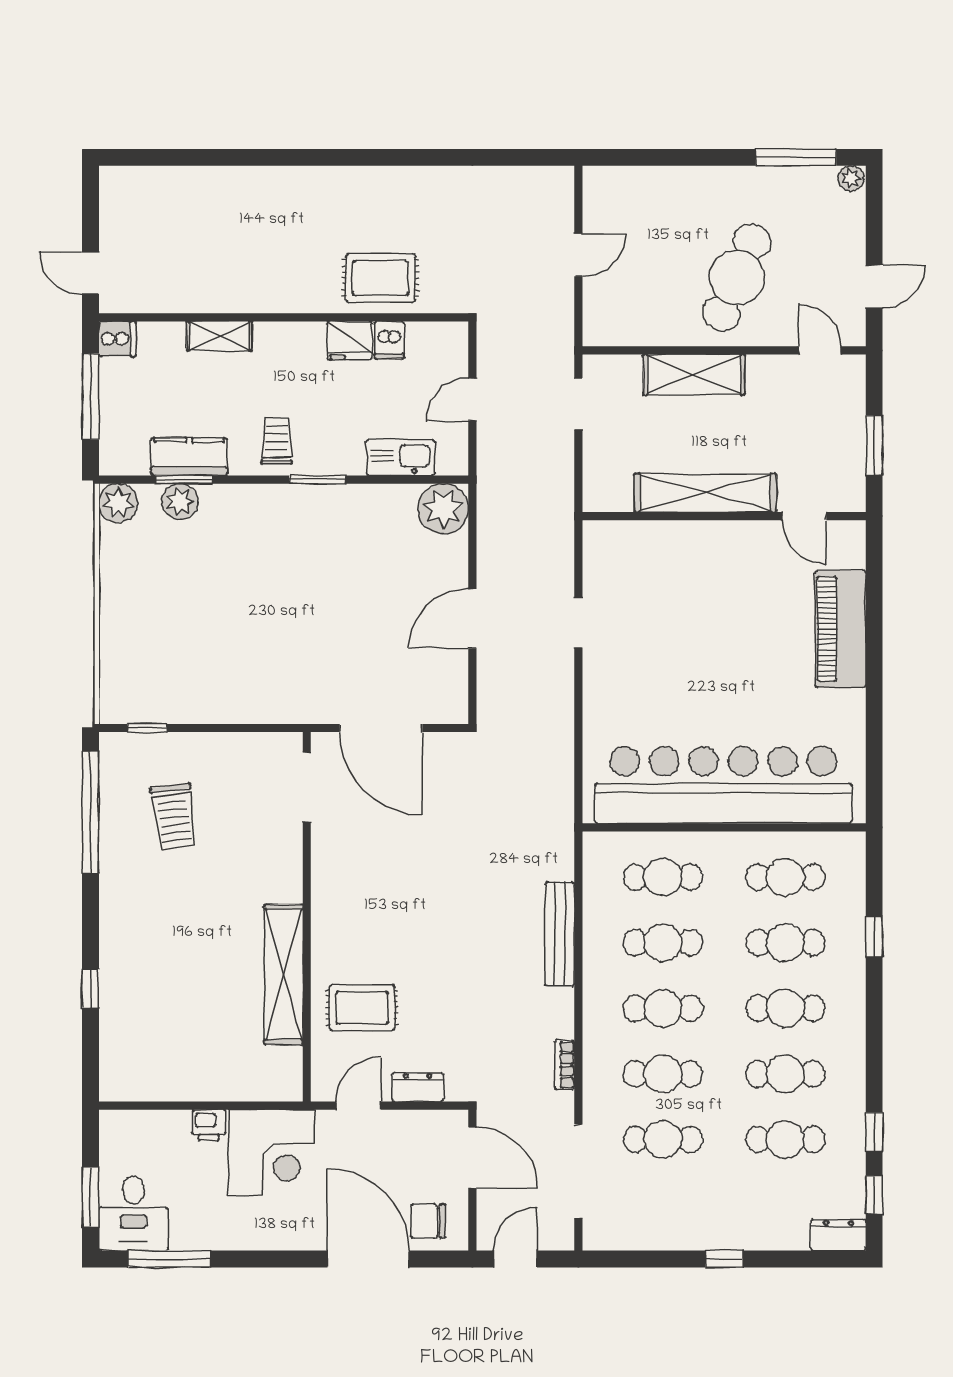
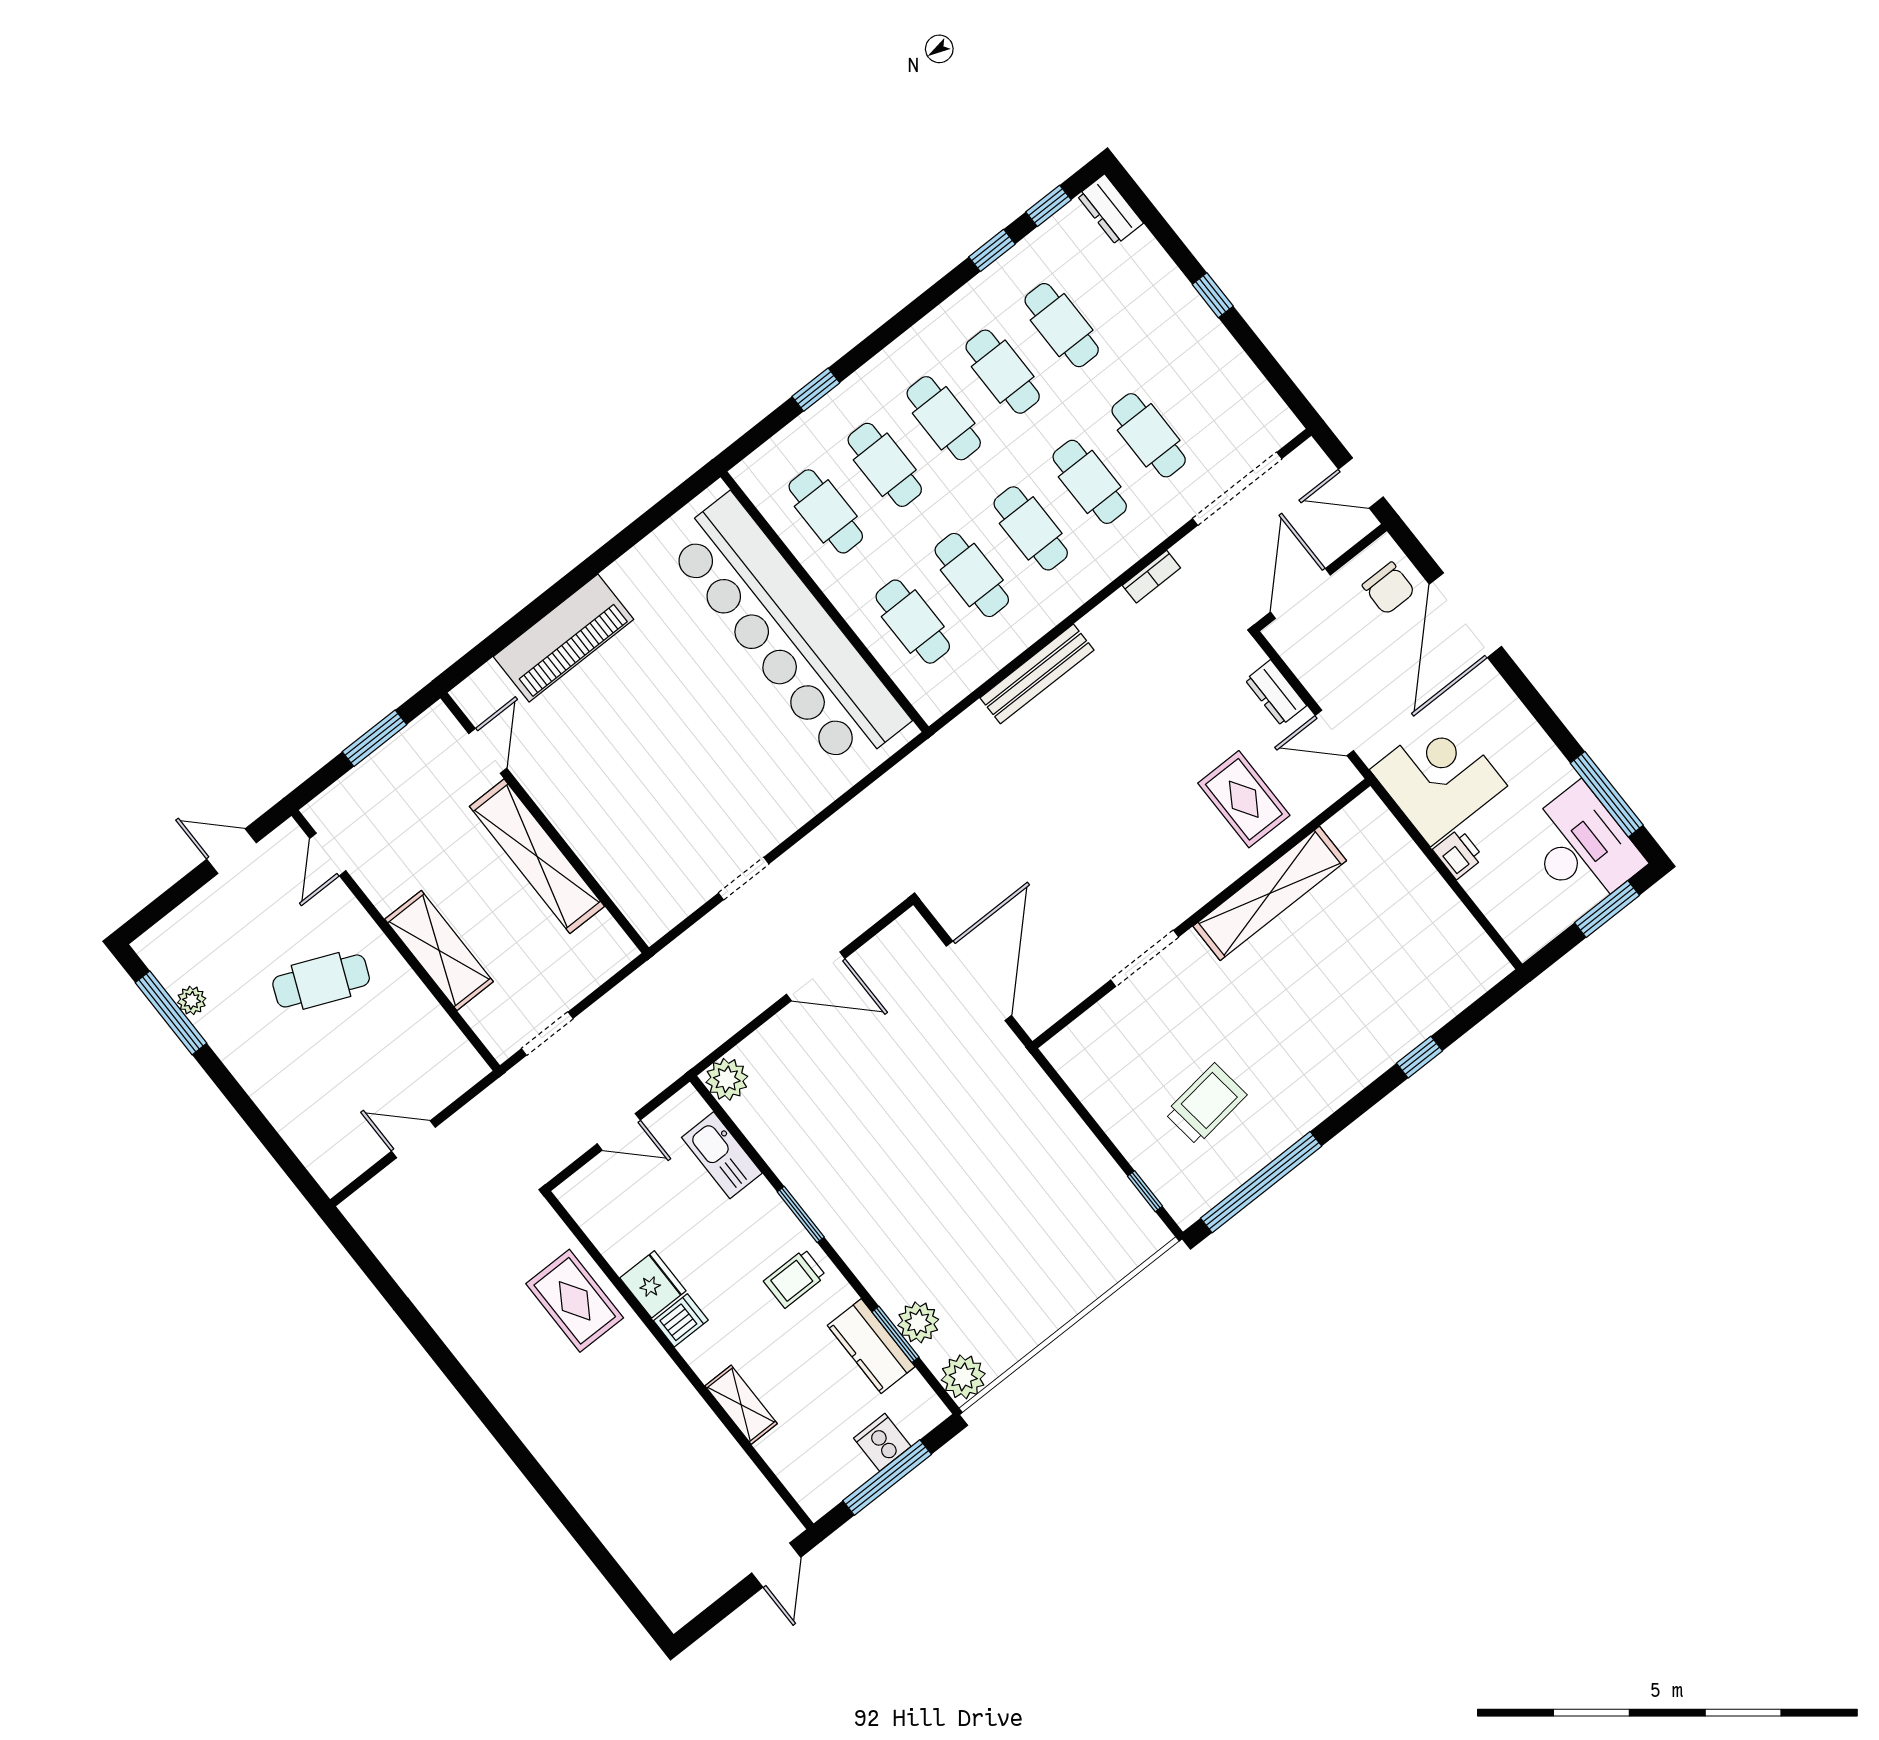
plant: (851, 178) -> (192, 1000), moved
cafe table: (737, 277) -> (321, 981), width x0.73, depth x0.74
cooker: (117, 339) -> (882, 1442), moved
dishwasher: (389, 340) -> (681, 1320), moved
plant: (443, 509) -> (727, 1079), width x0.73, depth x0.73
doorway: (307, 787) -> (1145, 958), moved
desk: (133, 1213) -> (1582, 847), width x1.37

